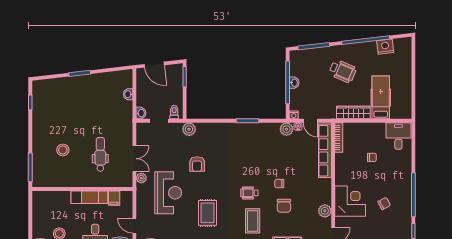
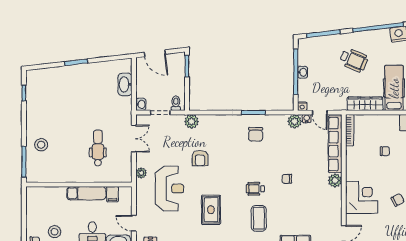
washbasin: (128, 94) -> (125, 84), width x1.91, depth x1.45
stool: (63, 150) -> (41, 145), moved
double door: (134, 159) -> (134, 139), moved
chair: (284, 206) -> (256, 134), moved
plant: (325, 211) -> (335, 180), moved

